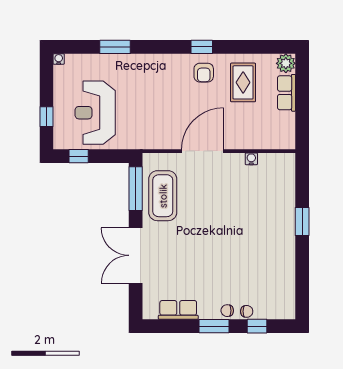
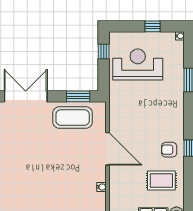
window: (47, 117) -> (153, 26), moved
window: (136, 189) -> (78, 96), width x0.69

